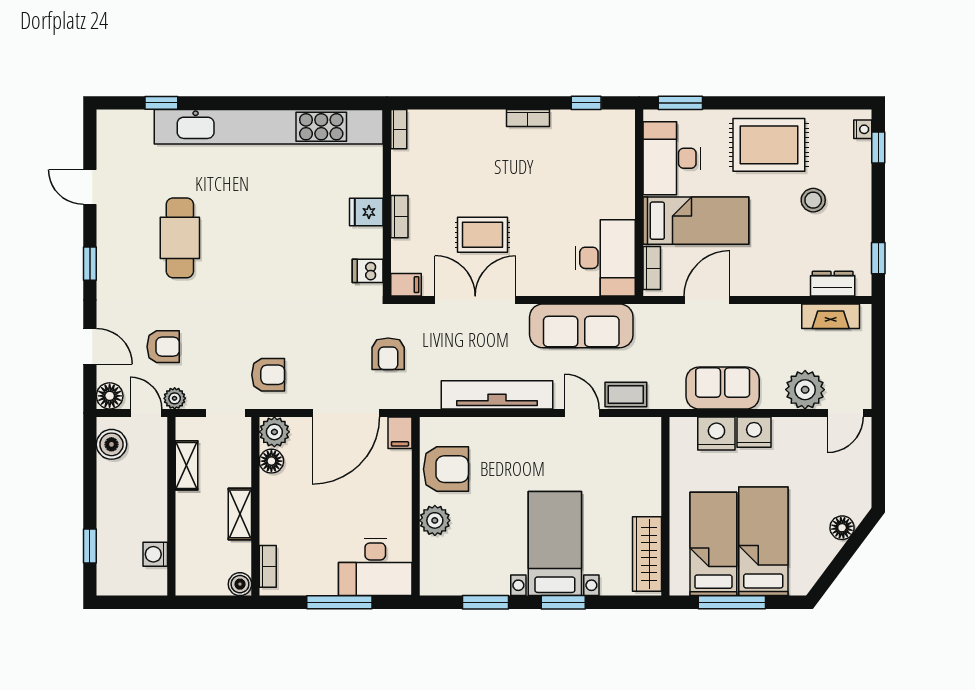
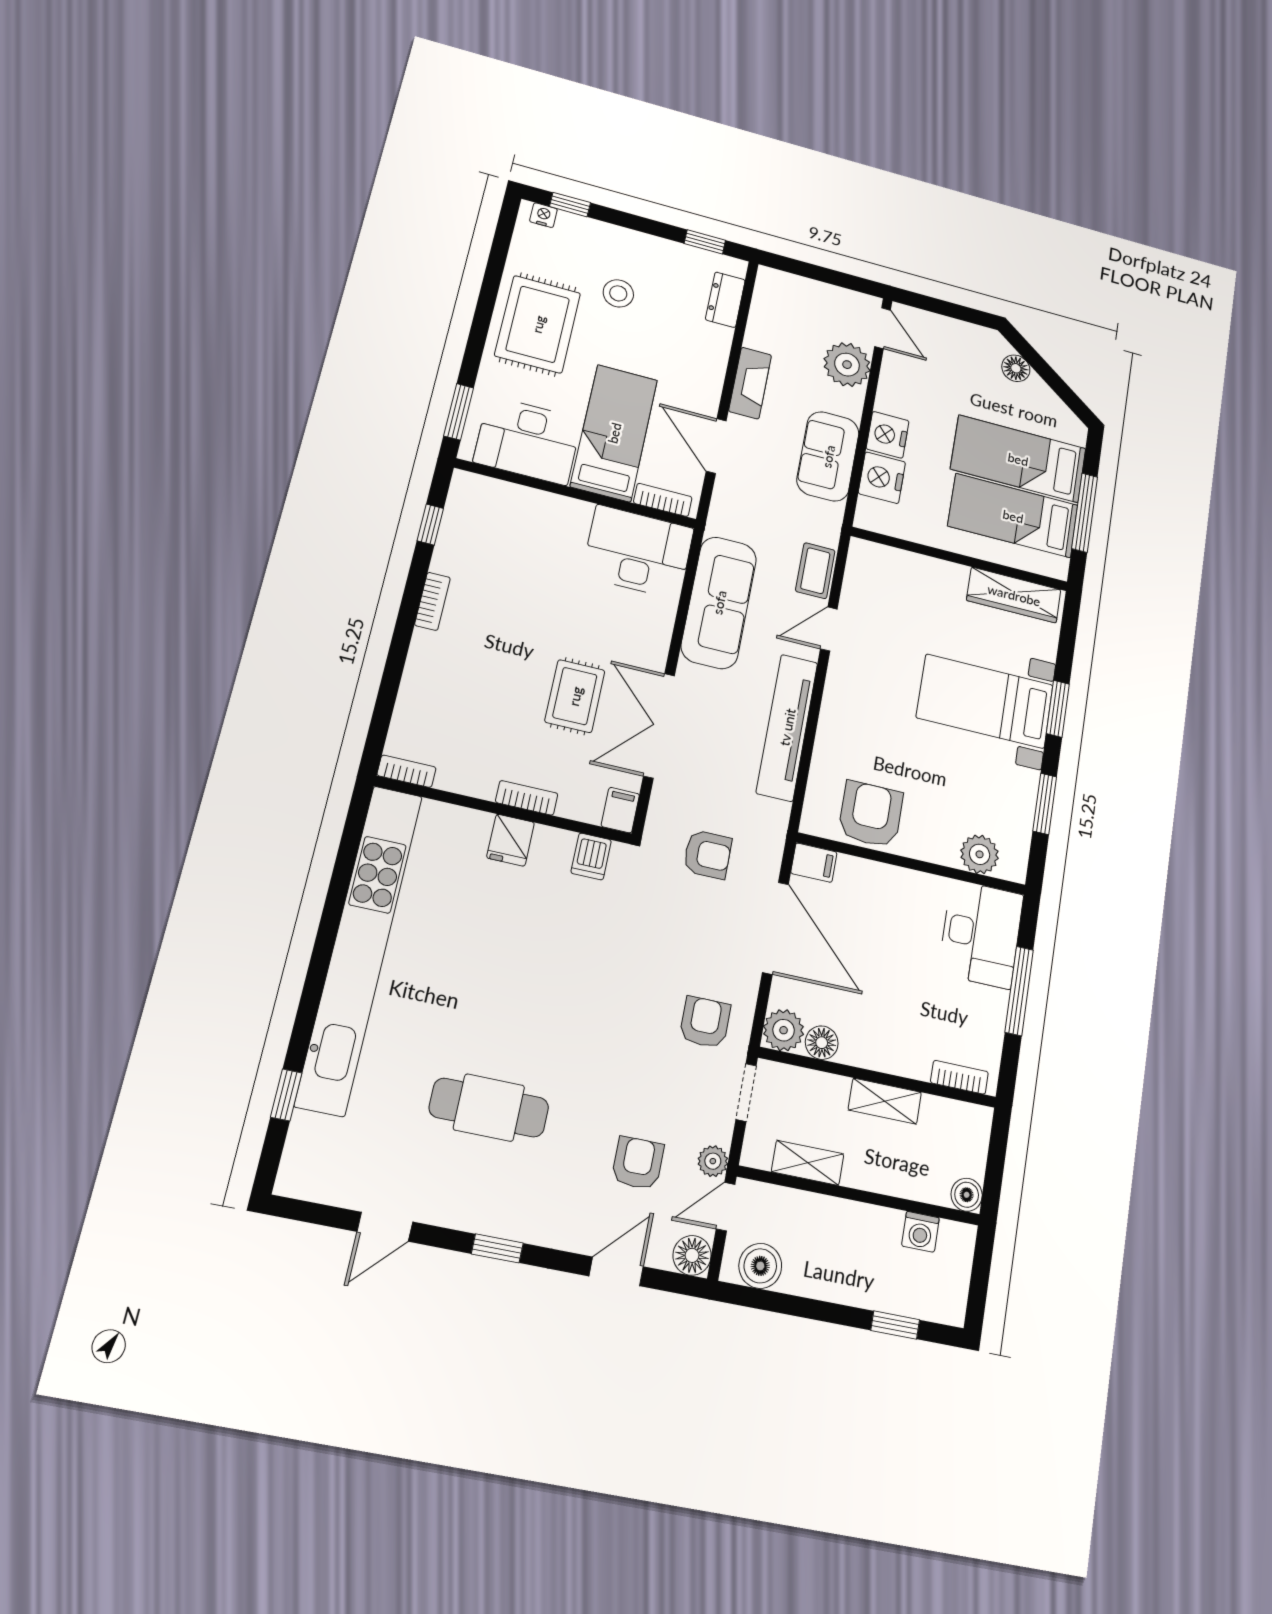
fireplace: (831, 316) -> (750, 383), moved
plant: (435, 520) -> (980, 854), moved
boiler: (240, 584) -> (967, 1195), moved

